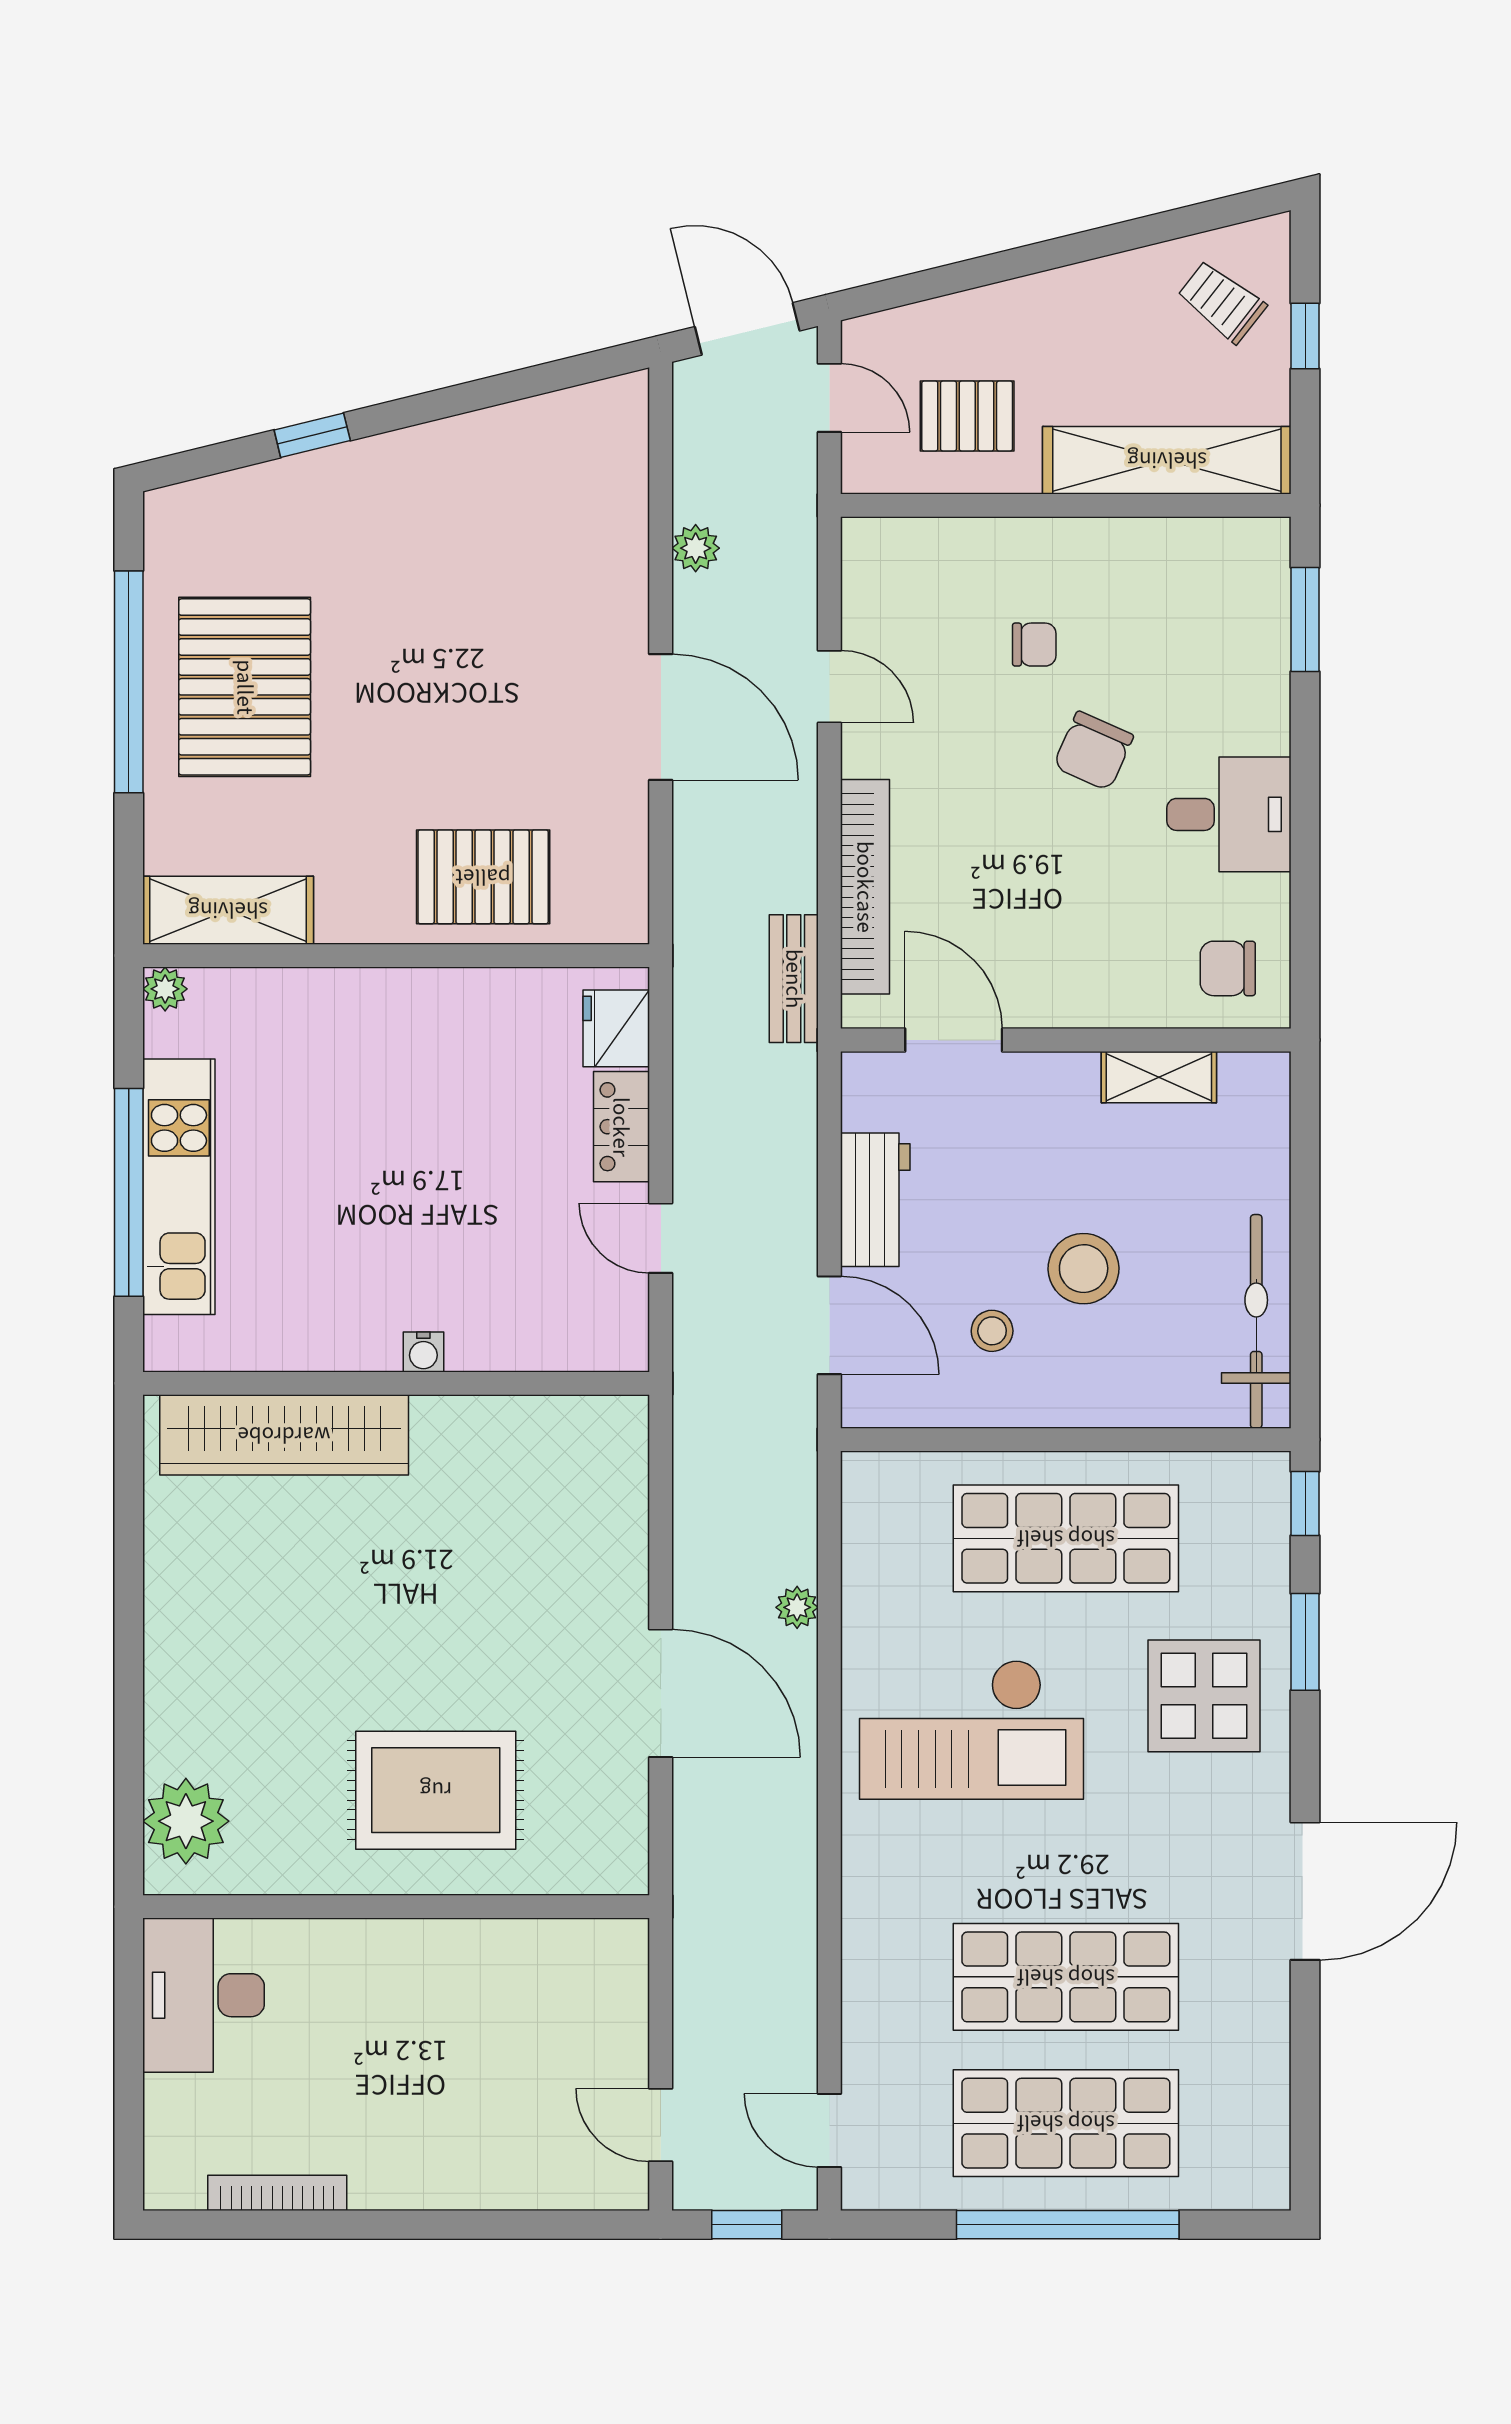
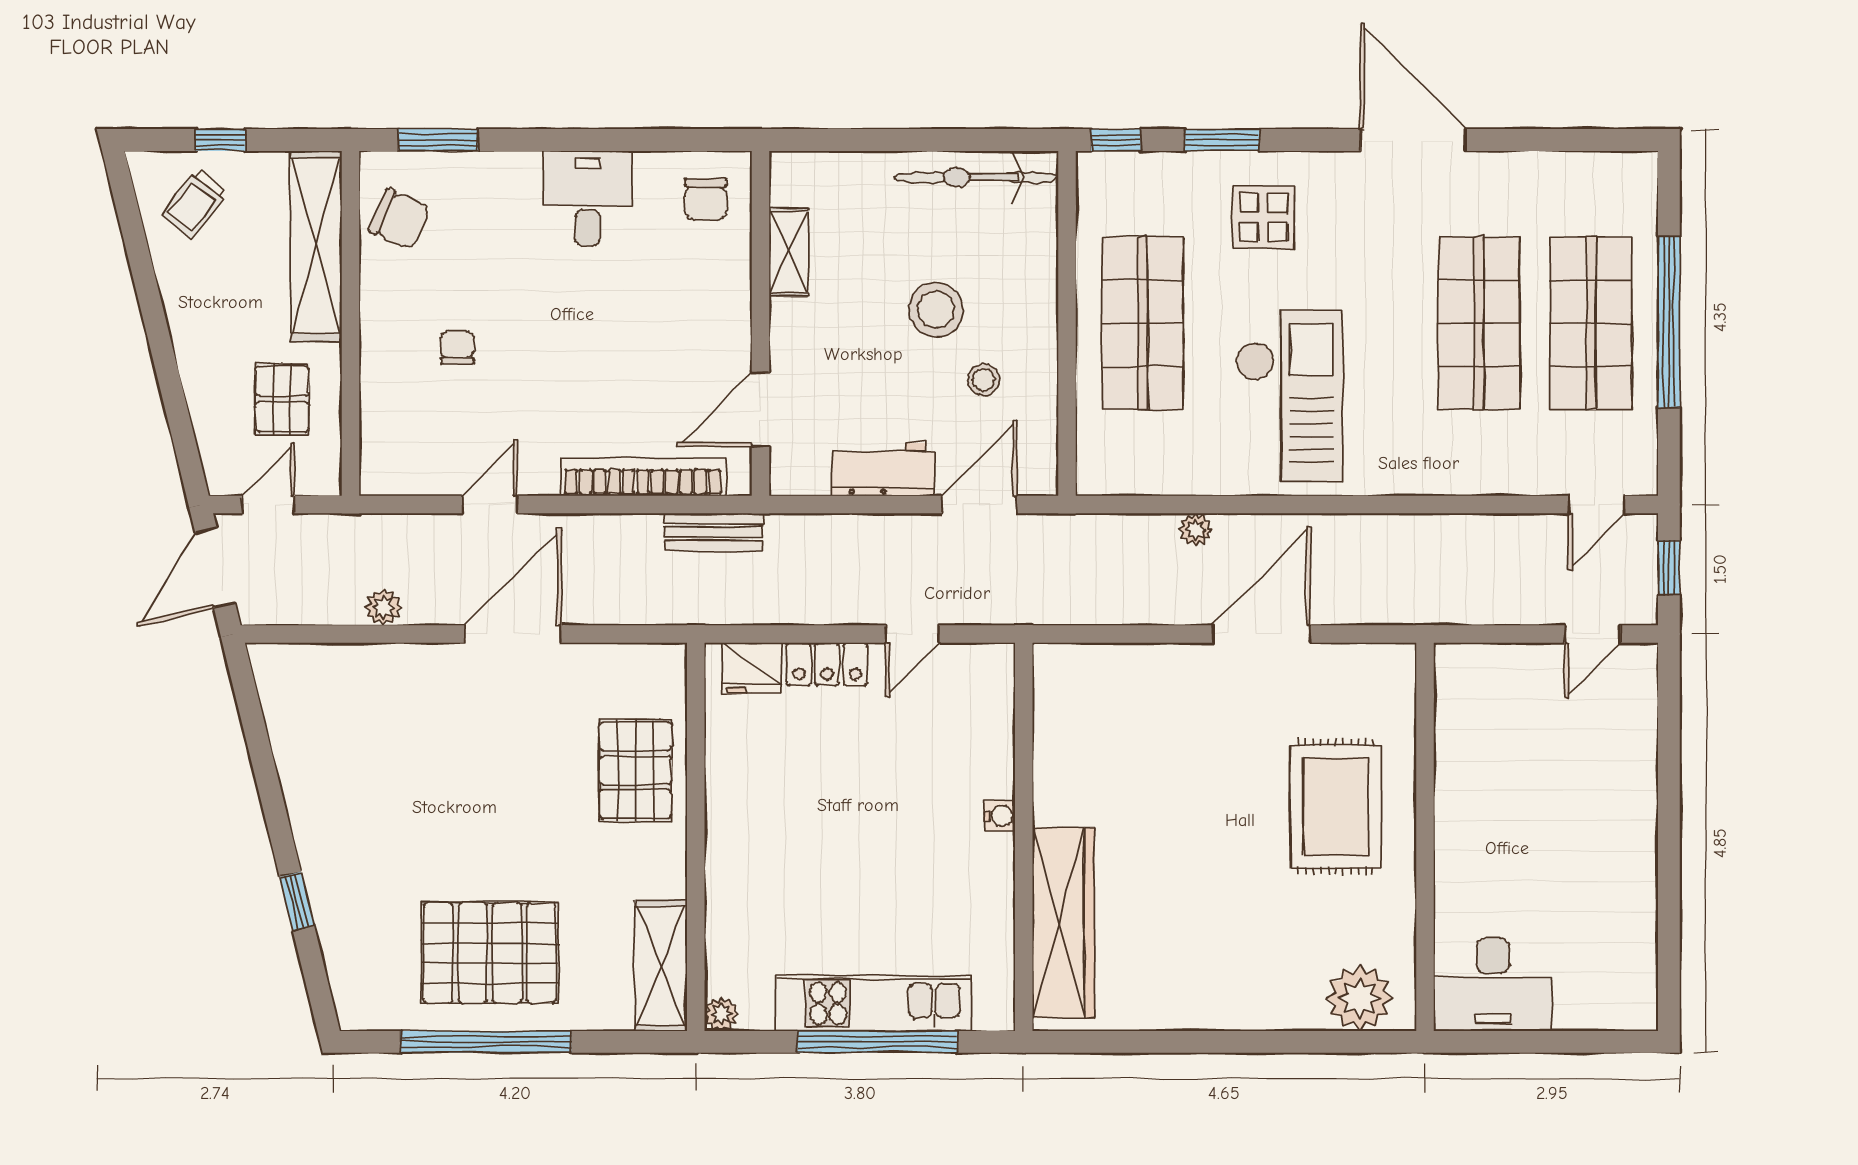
chair: (1093, 751) -> (399, 219), moved
display table: (1204, 1696) -> (1263, 217), width x0.73, depth x0.73
bookcase: (277, 2193) -> (1644, 928), removed

